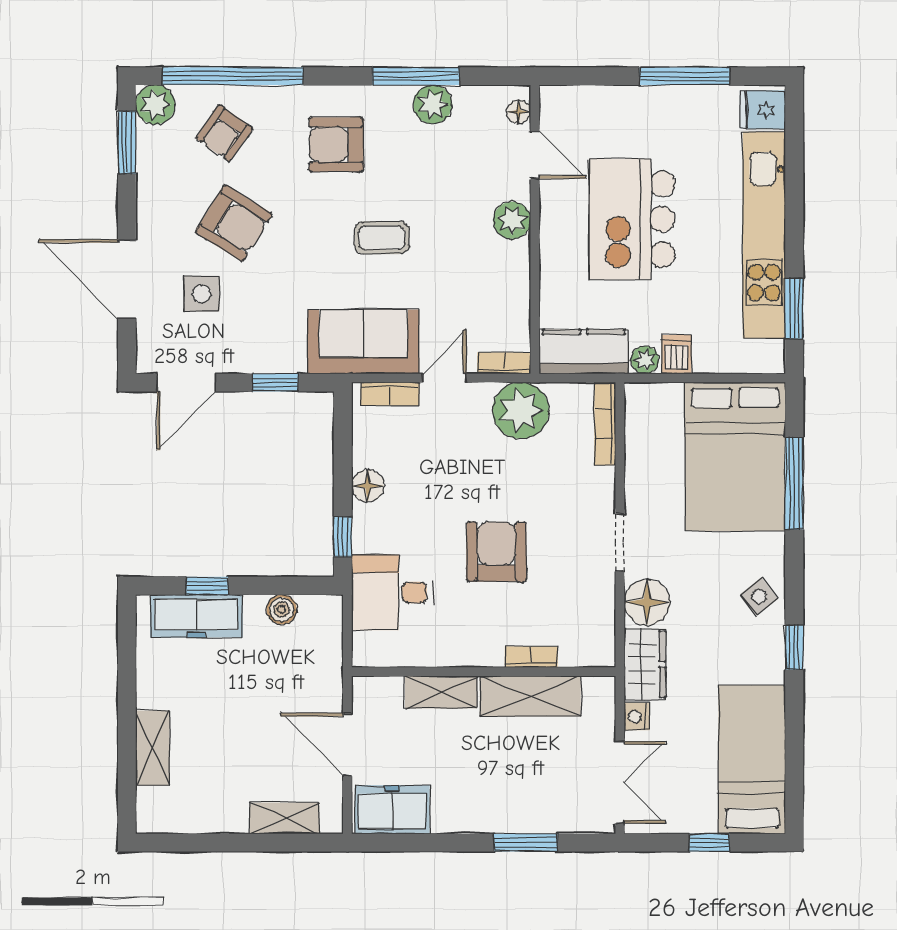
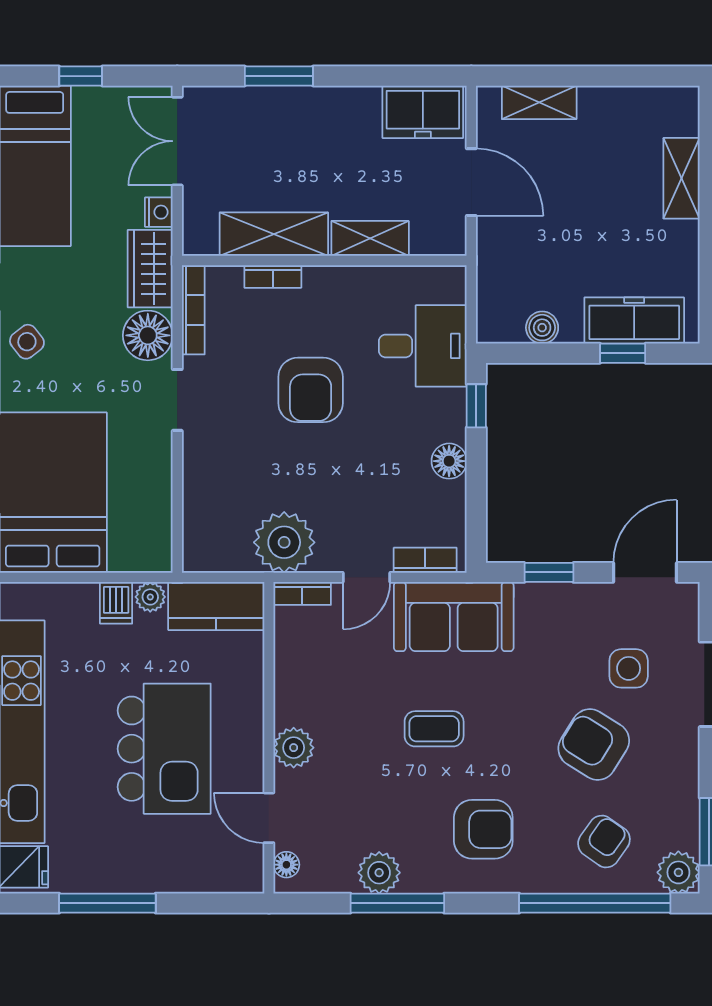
bookcase: (605, 424) -> (193, 310), moved

